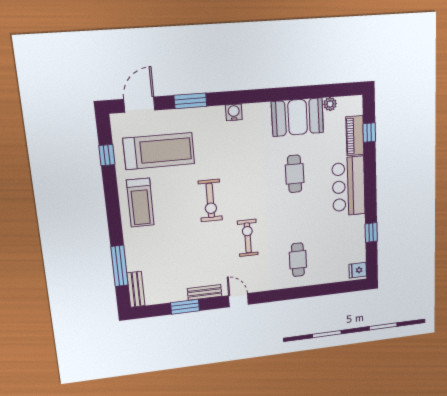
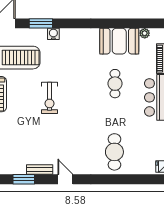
water cooler: (234, 112) -> (53, 34), moved
exercise bike: (248, 238) -> (76, 130), removed
cafe table: (298, 260) -> (114, 152), width x1.37, depth x1.35

